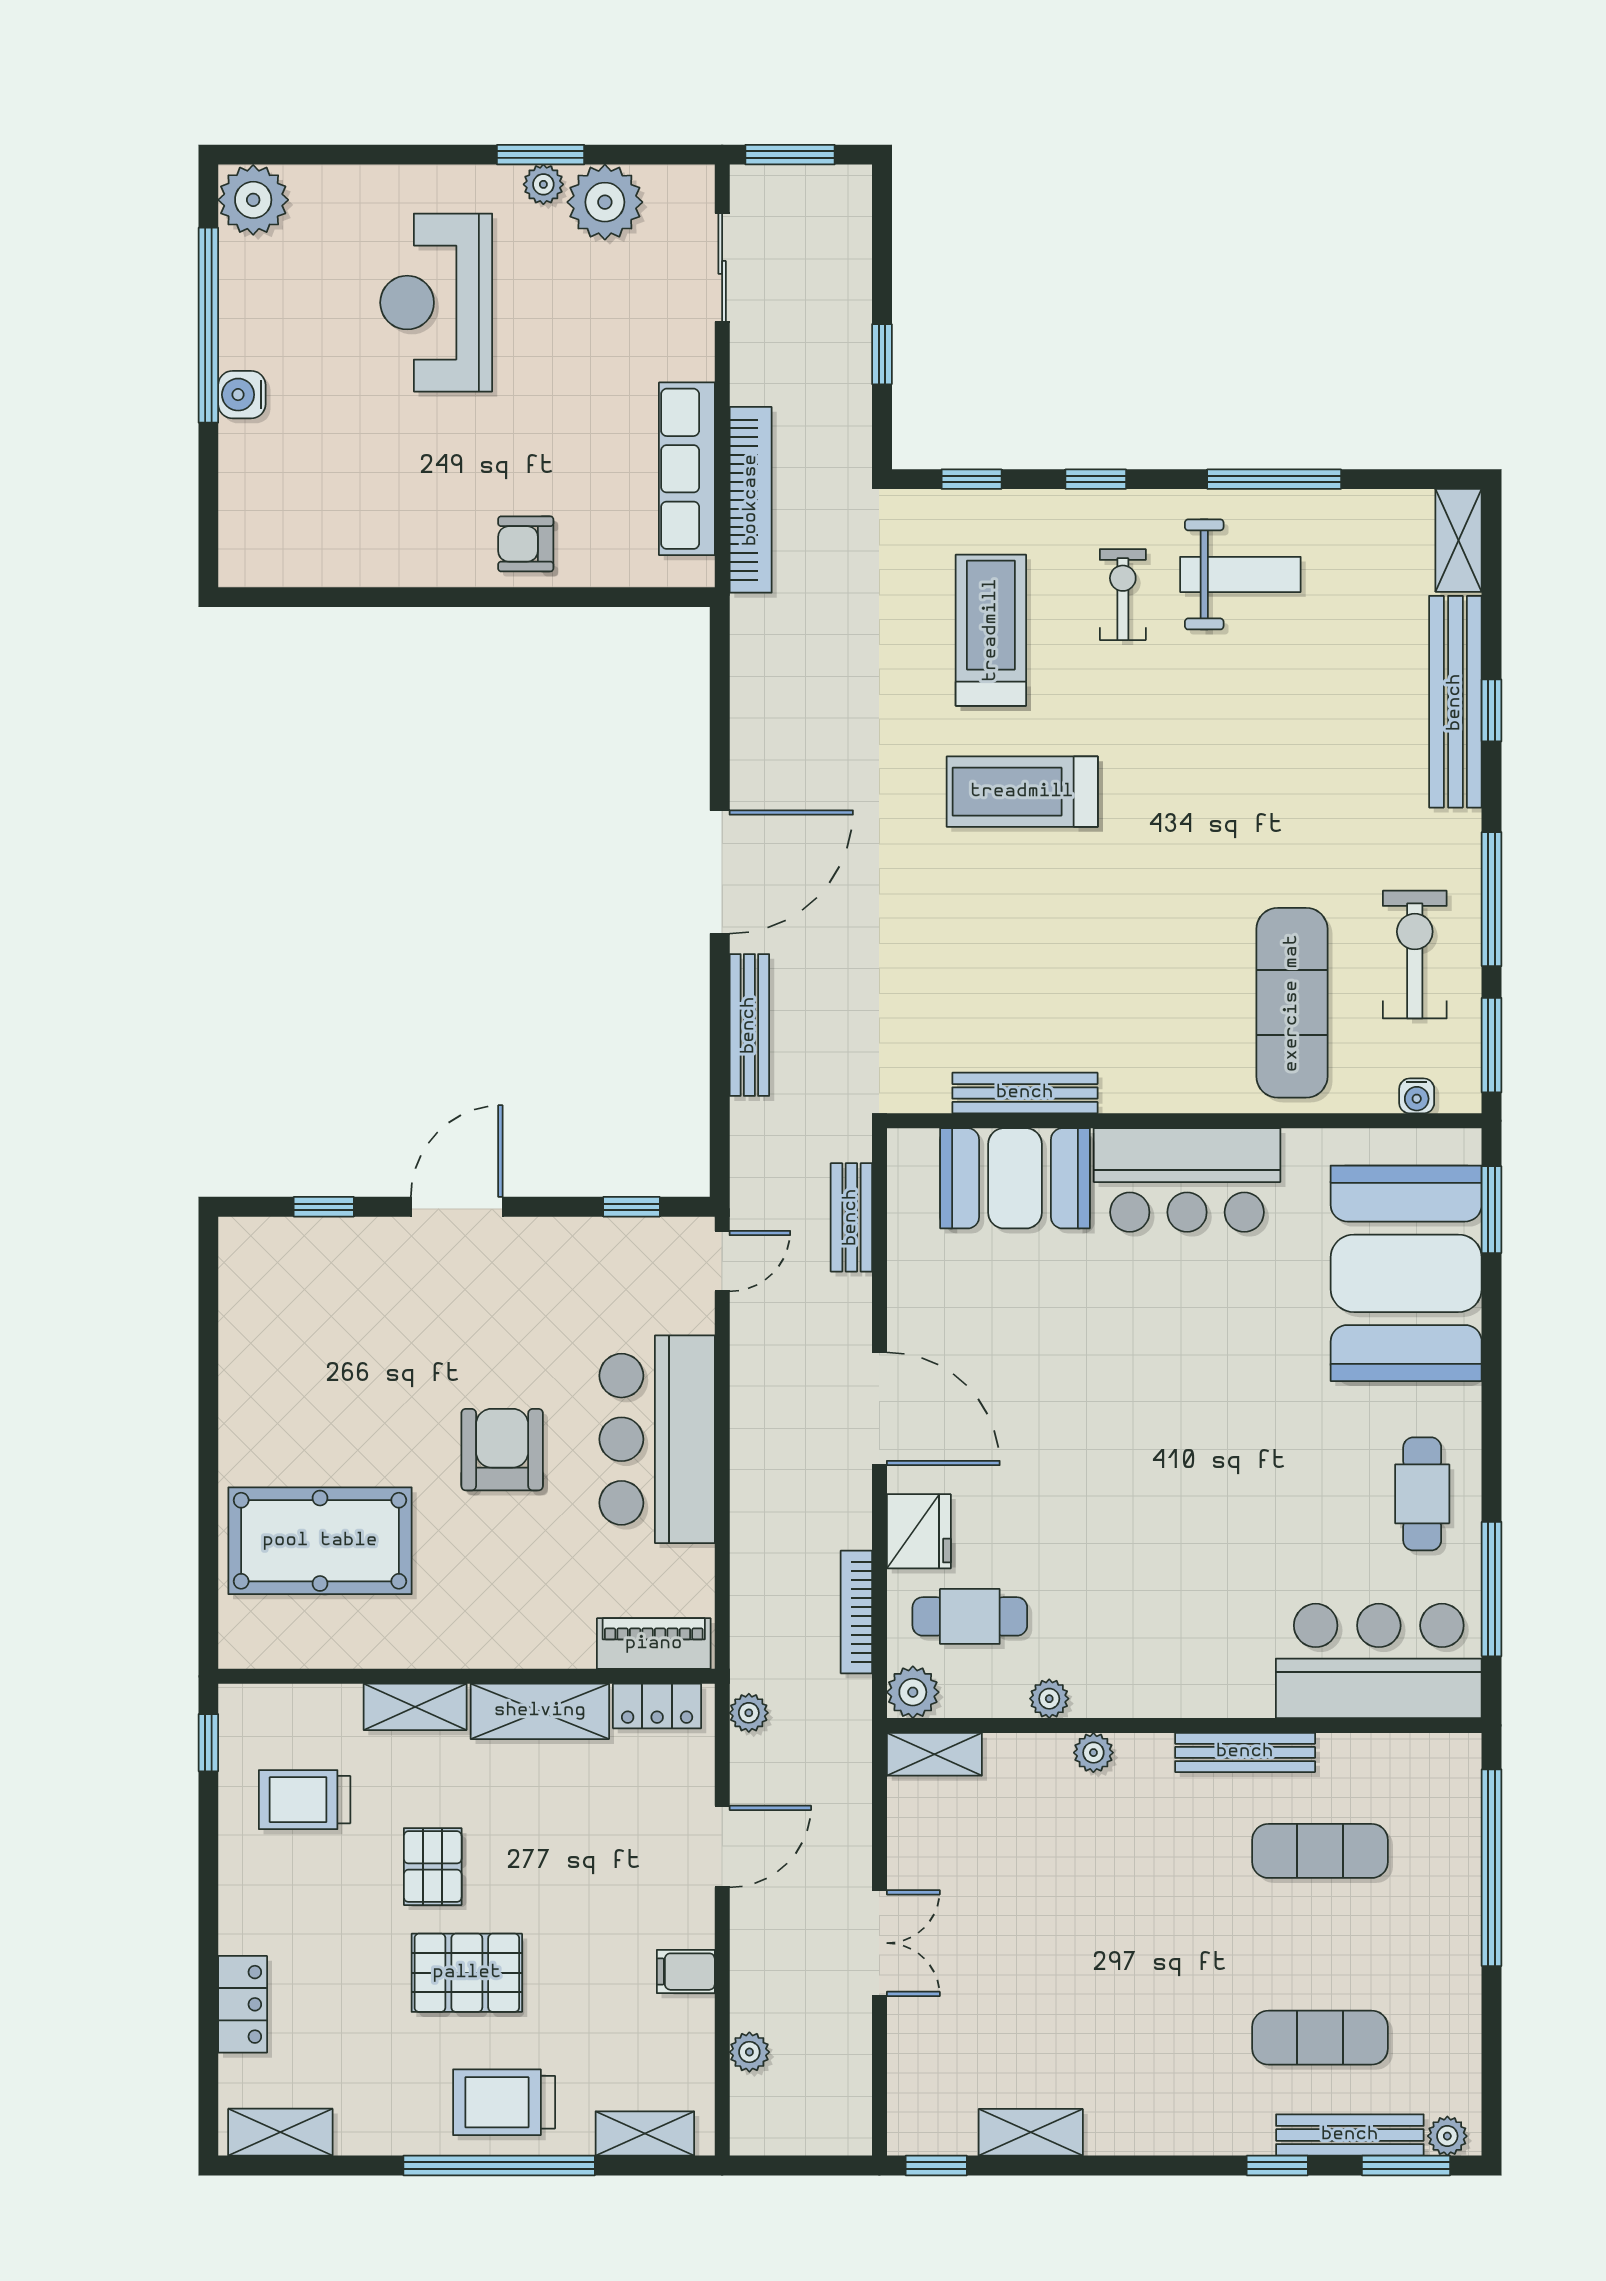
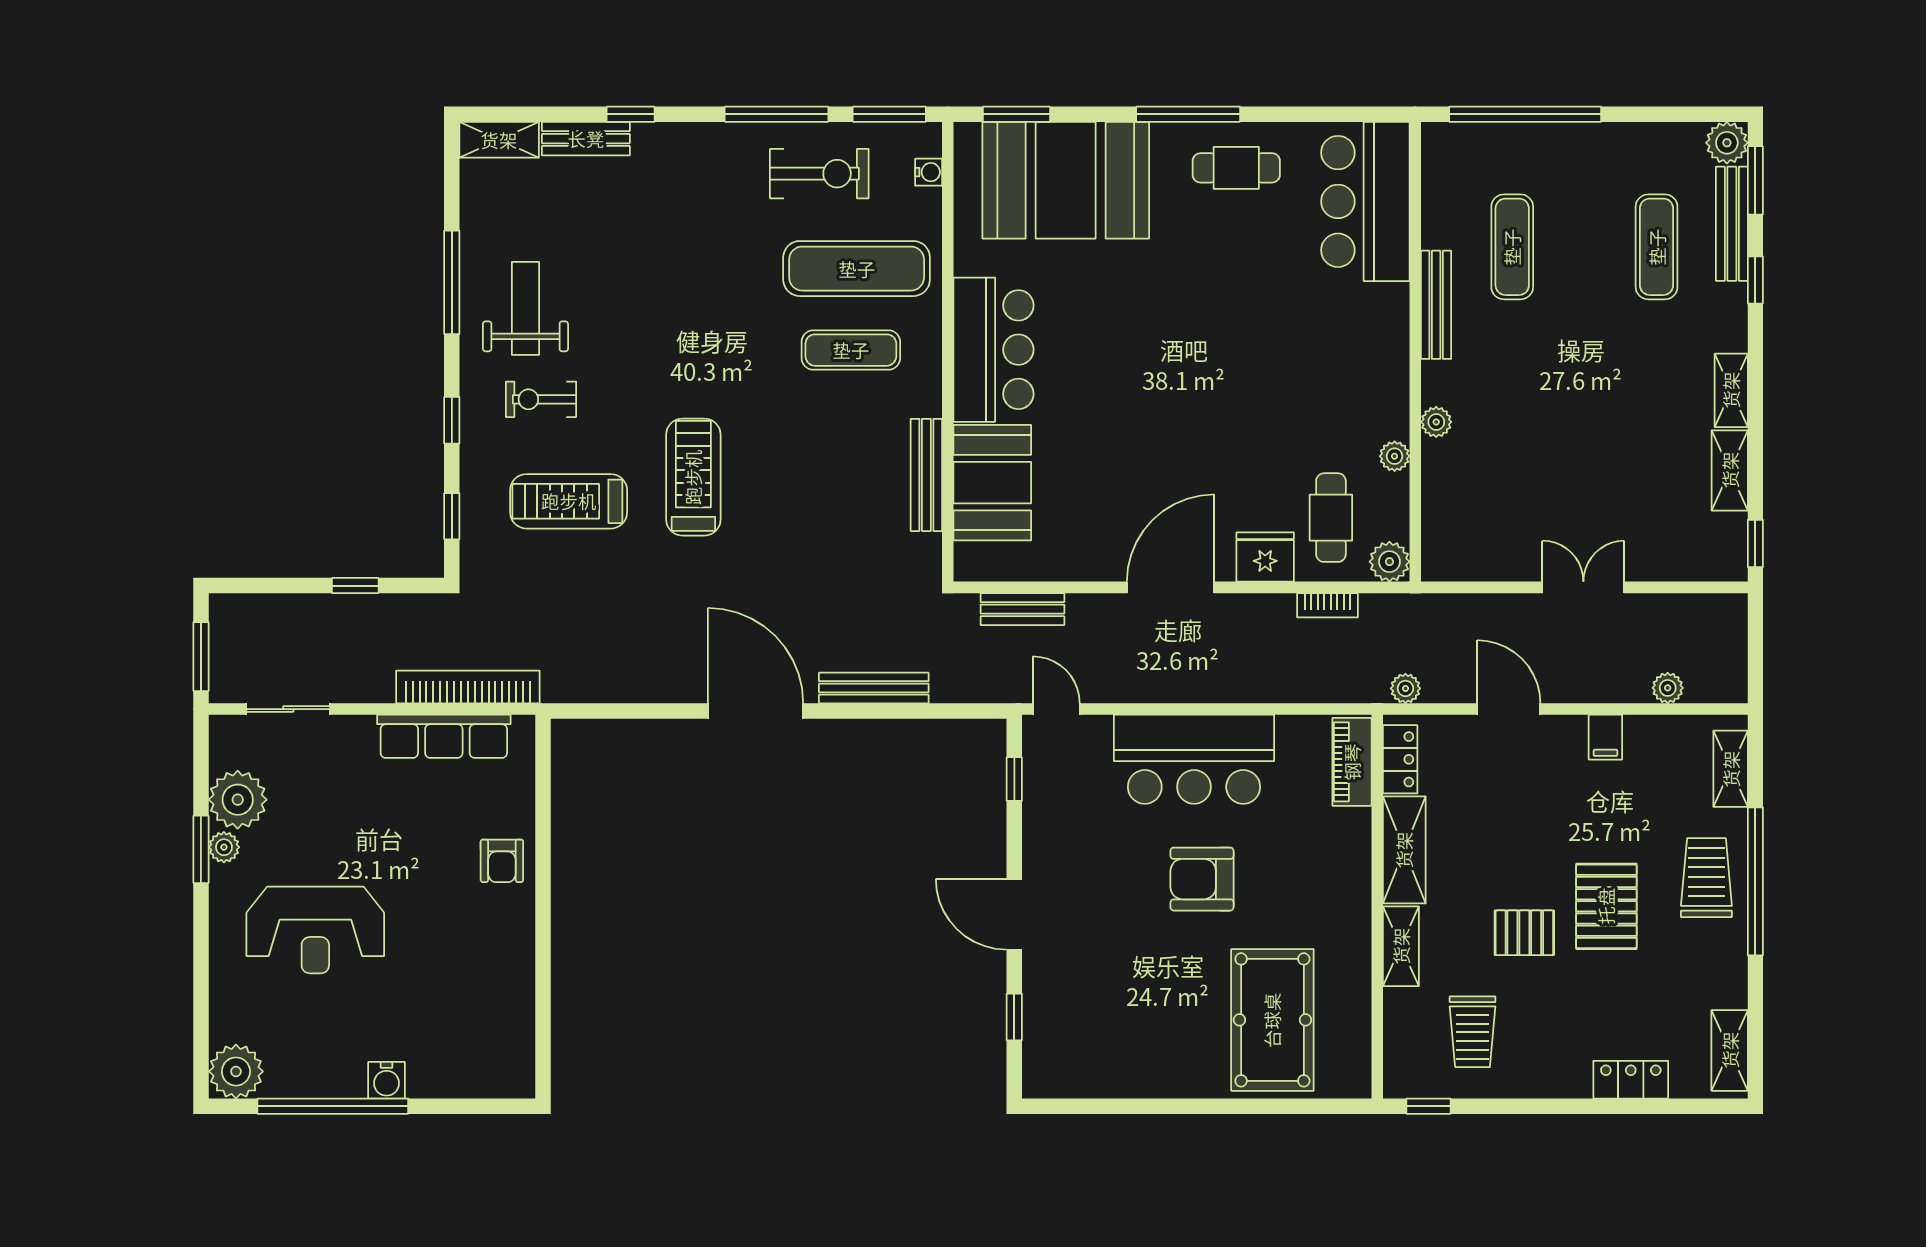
bench: (1455, 702) -> (586, 139), width x0.54, depth x0.82
treadmill: (1022, 792) -> (693, 477), turned 180
exercise bike: (1415, 955) -> (819, 174), turned 180
exercise mat: (1187, 995) -> (851, 350), added
window: (1492, 1589) -> (1188, 114), moved
bookcase: (856, 1612) -> (1327, 605), width x0.64
shelving: (934, 1754) -> (1731, 390), moved
trolley: (504, 2102) -> (1706, 878), turned 180
plant: (1447, 2136) -> (1727, 143), width x1.38, depth x1.38

